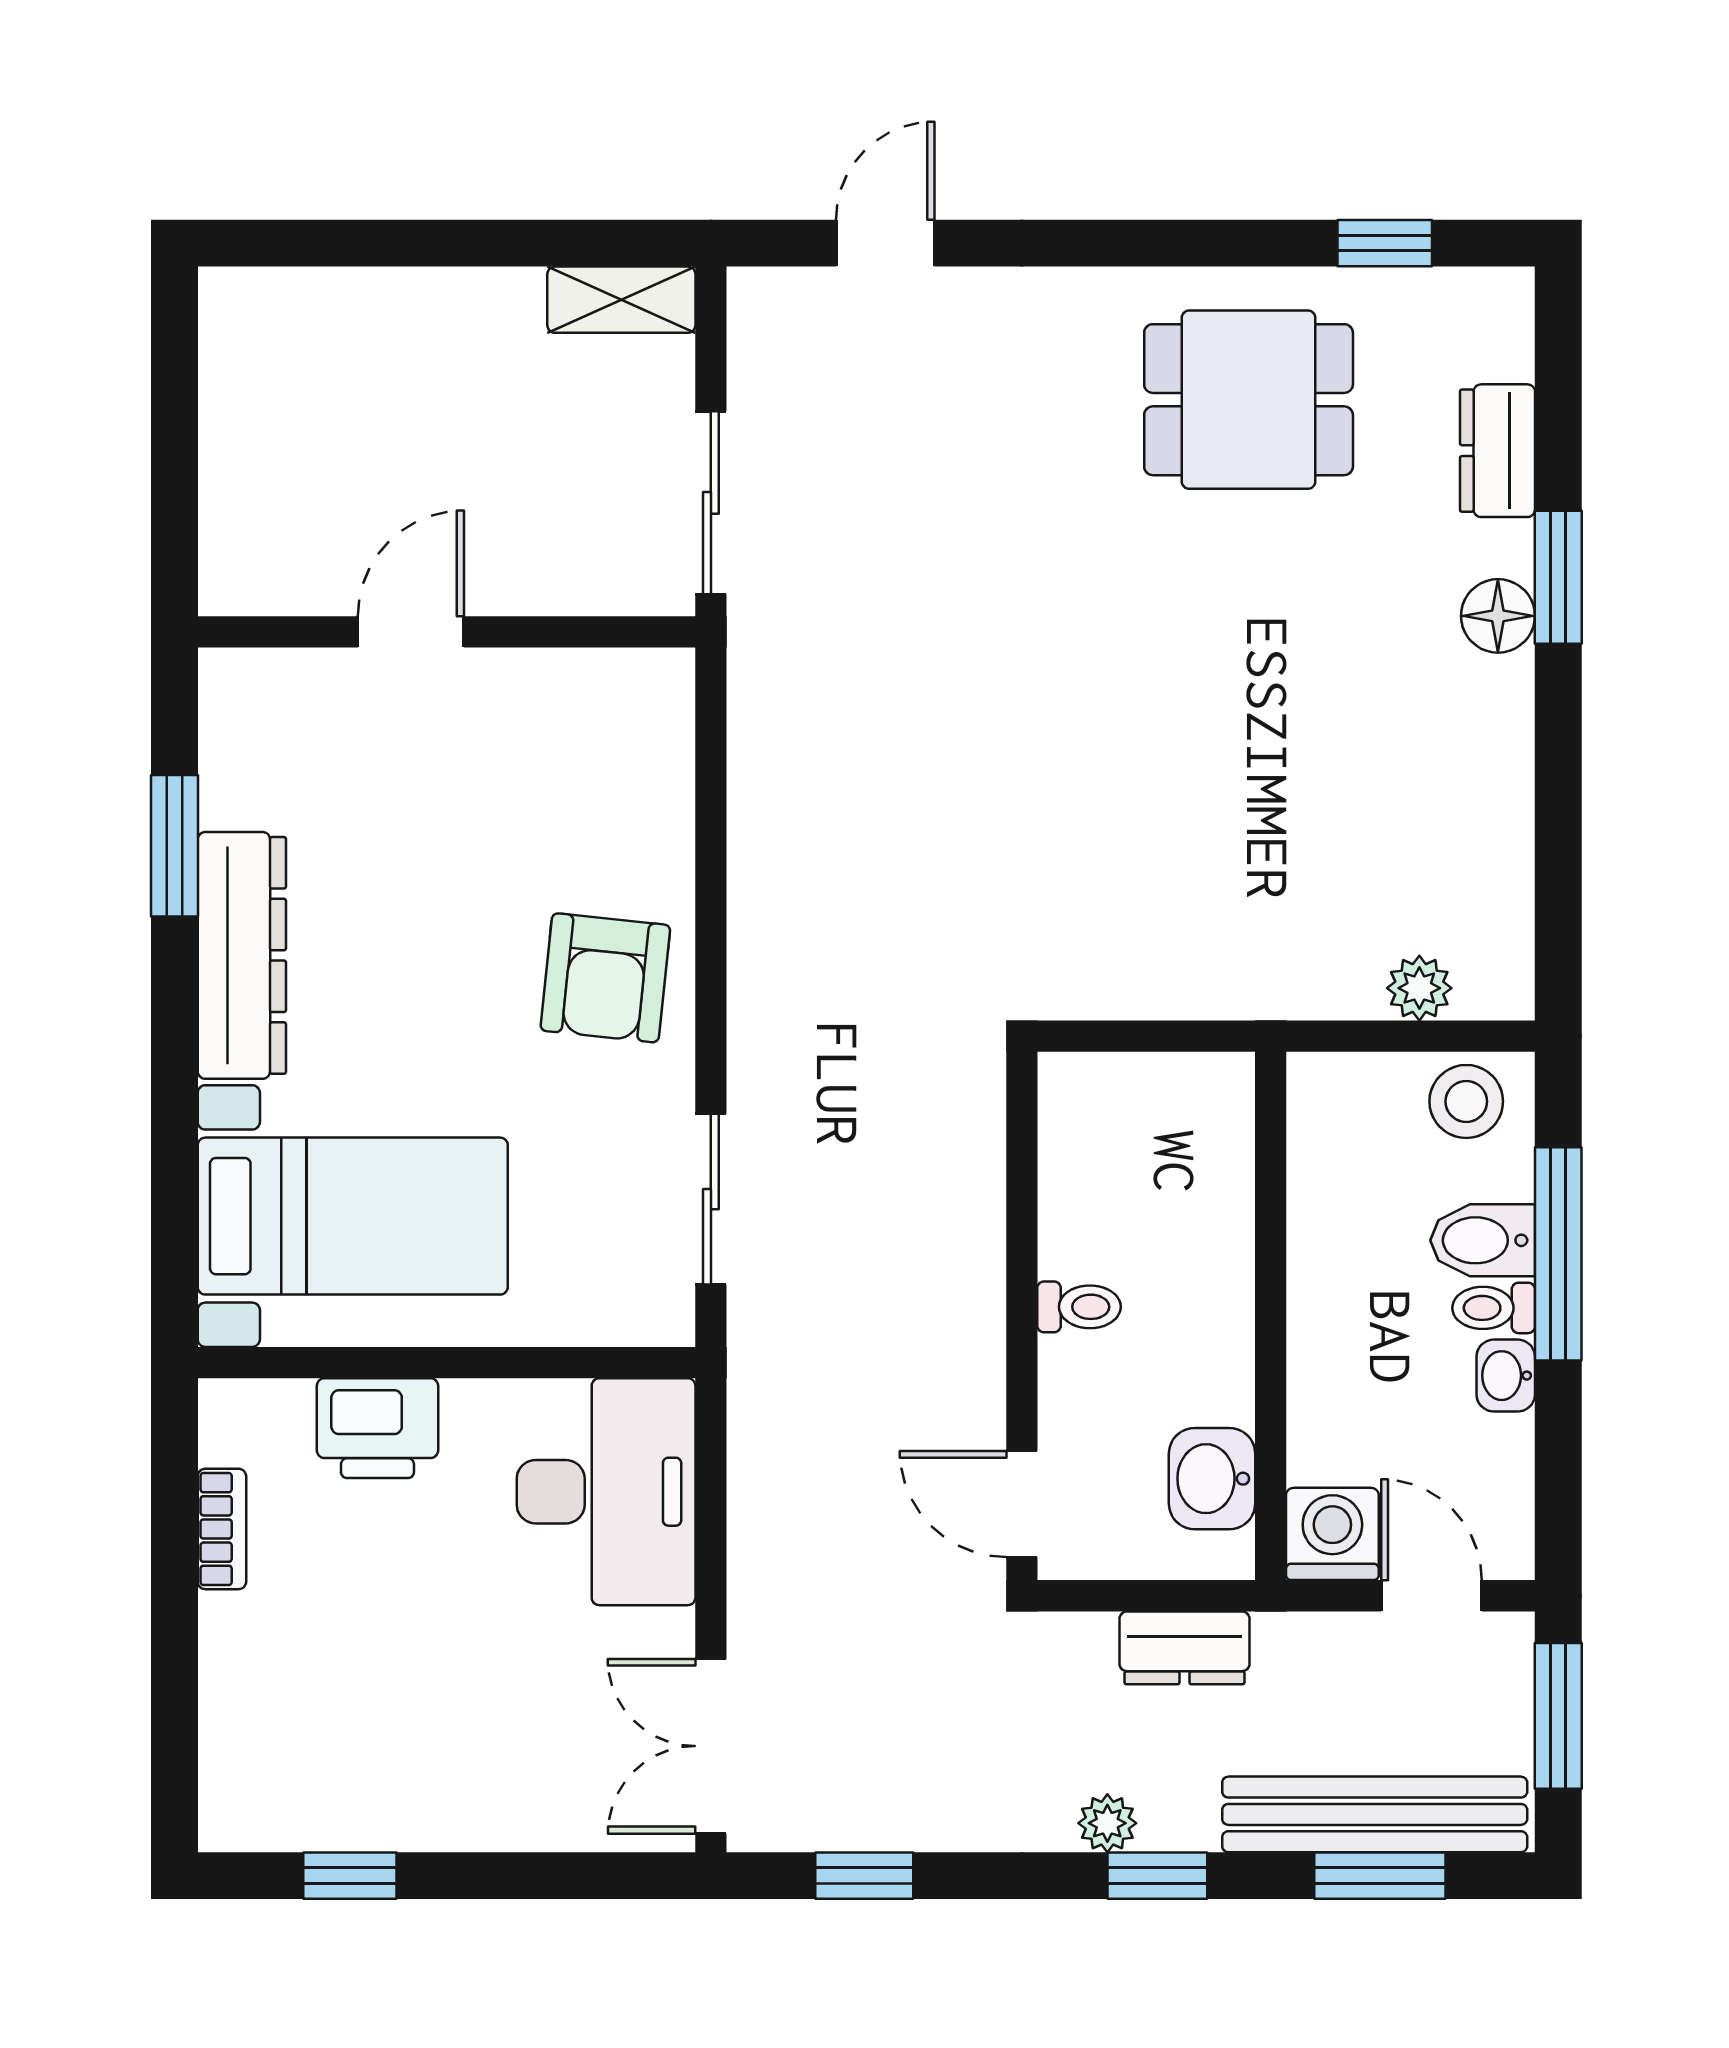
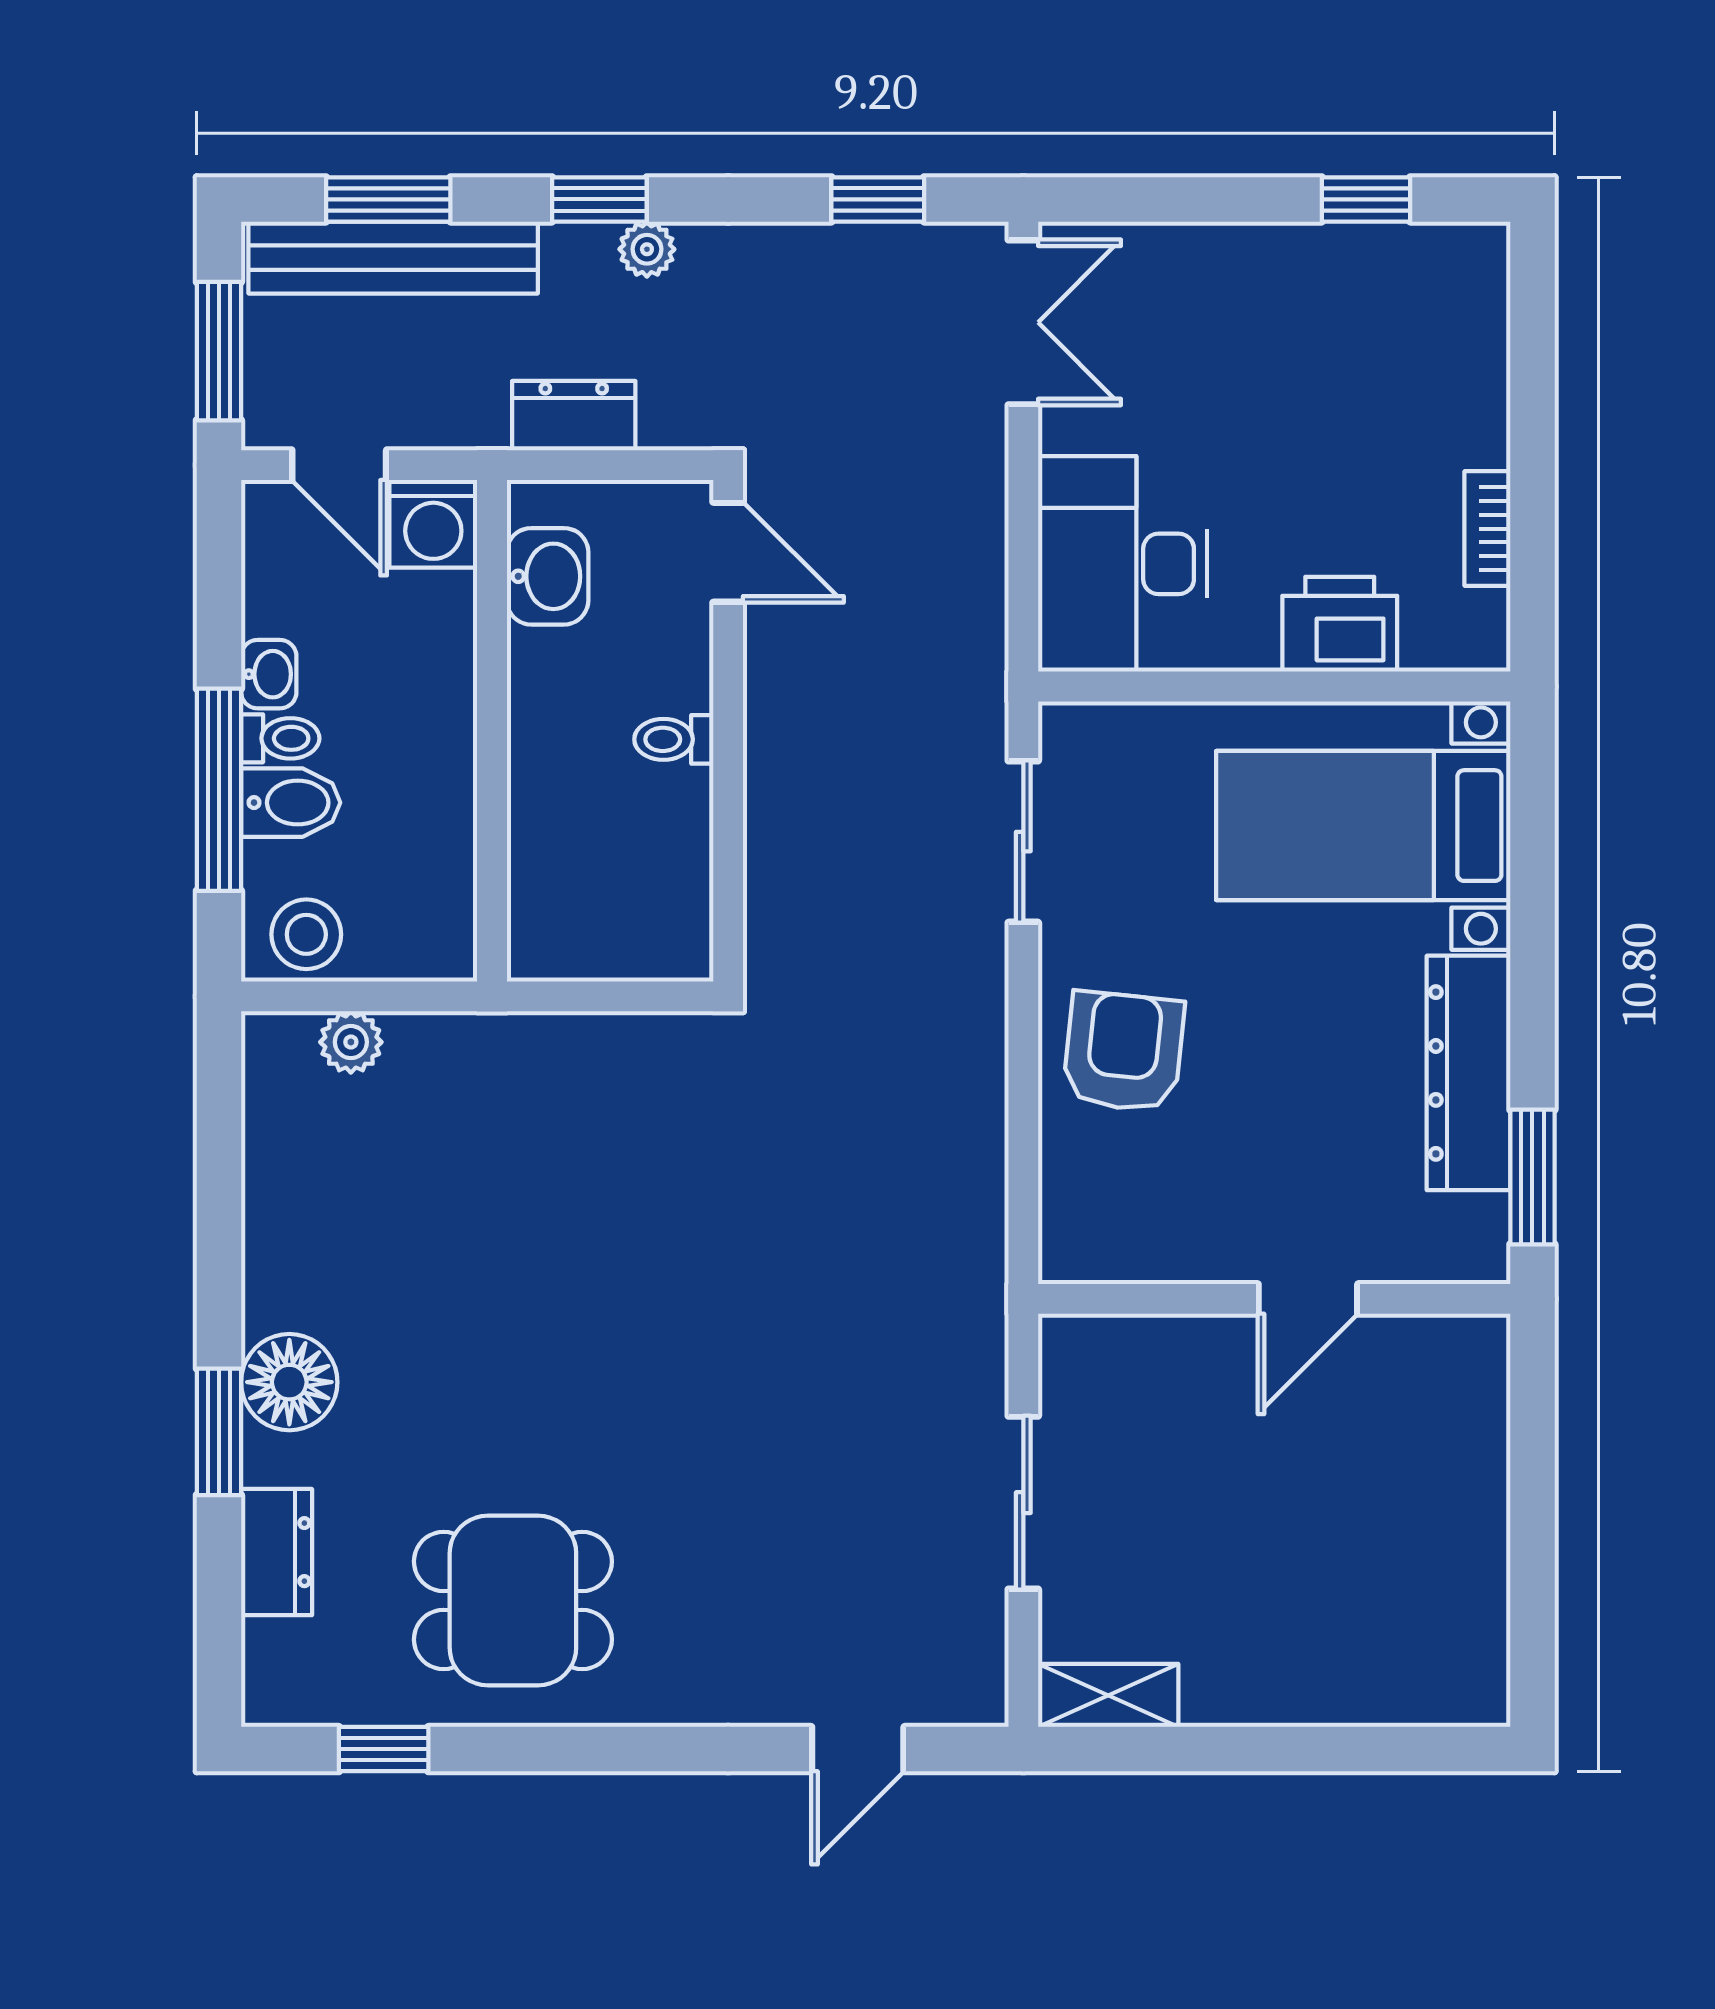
floor lamp: (1498, 616) -> (289, 1382), width x1.38, depth x1.38
door: (411, 632) -> (1308, 1299), moved
wall: (447, 632) -> (1274, 1299), moved

